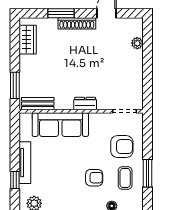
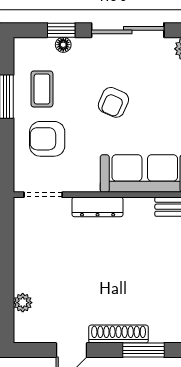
dresser: (85, 104) -> (98, 207), width x1.44
armchair: (94, 178) -> (113, 102), moved, turned -66

